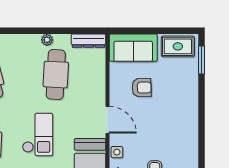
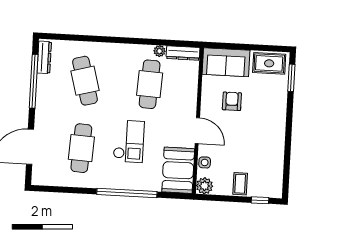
plant: (47, 40) -> (160, 51), moved
armchair: (142, 88) -> (232, 101), turned -89

